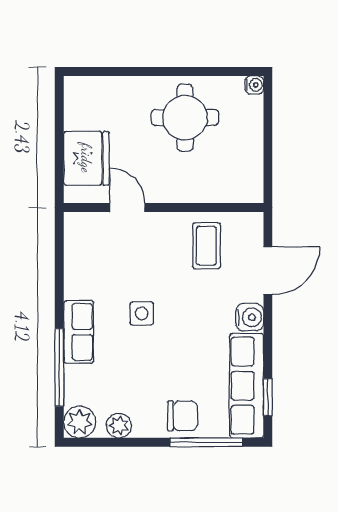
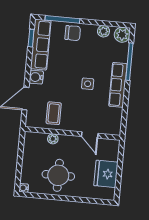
fridge: (86, 158) -> (106, 174), moved
plant: (203, 192) -> (53, 139), added
row of seats: (79, 332) -> (118, 85), width x1.48
chair: (182, 416) -> (73, 33), turned 180

